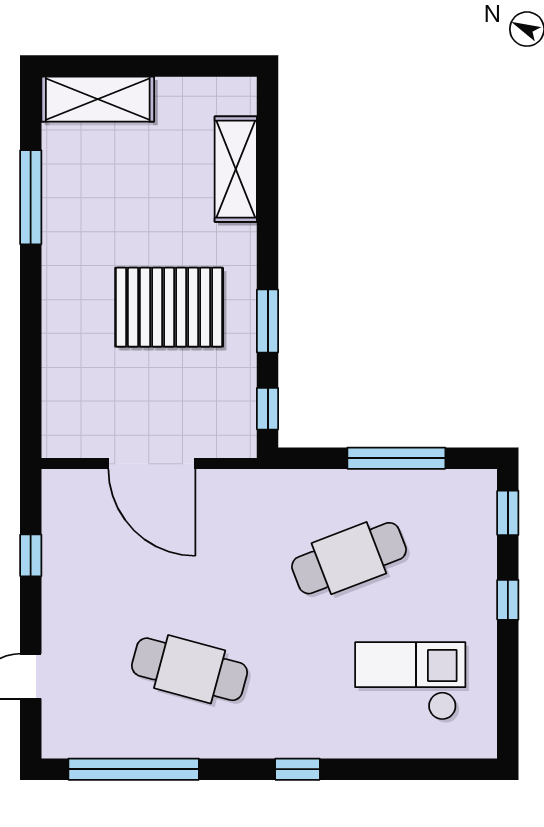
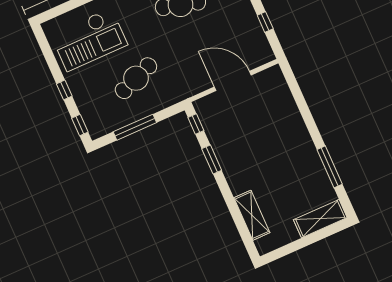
pallet: (169, 307) -> (254, 147), removed
checkout: (410, 681) -> (89, 40), width x1.36, depth x1.21

